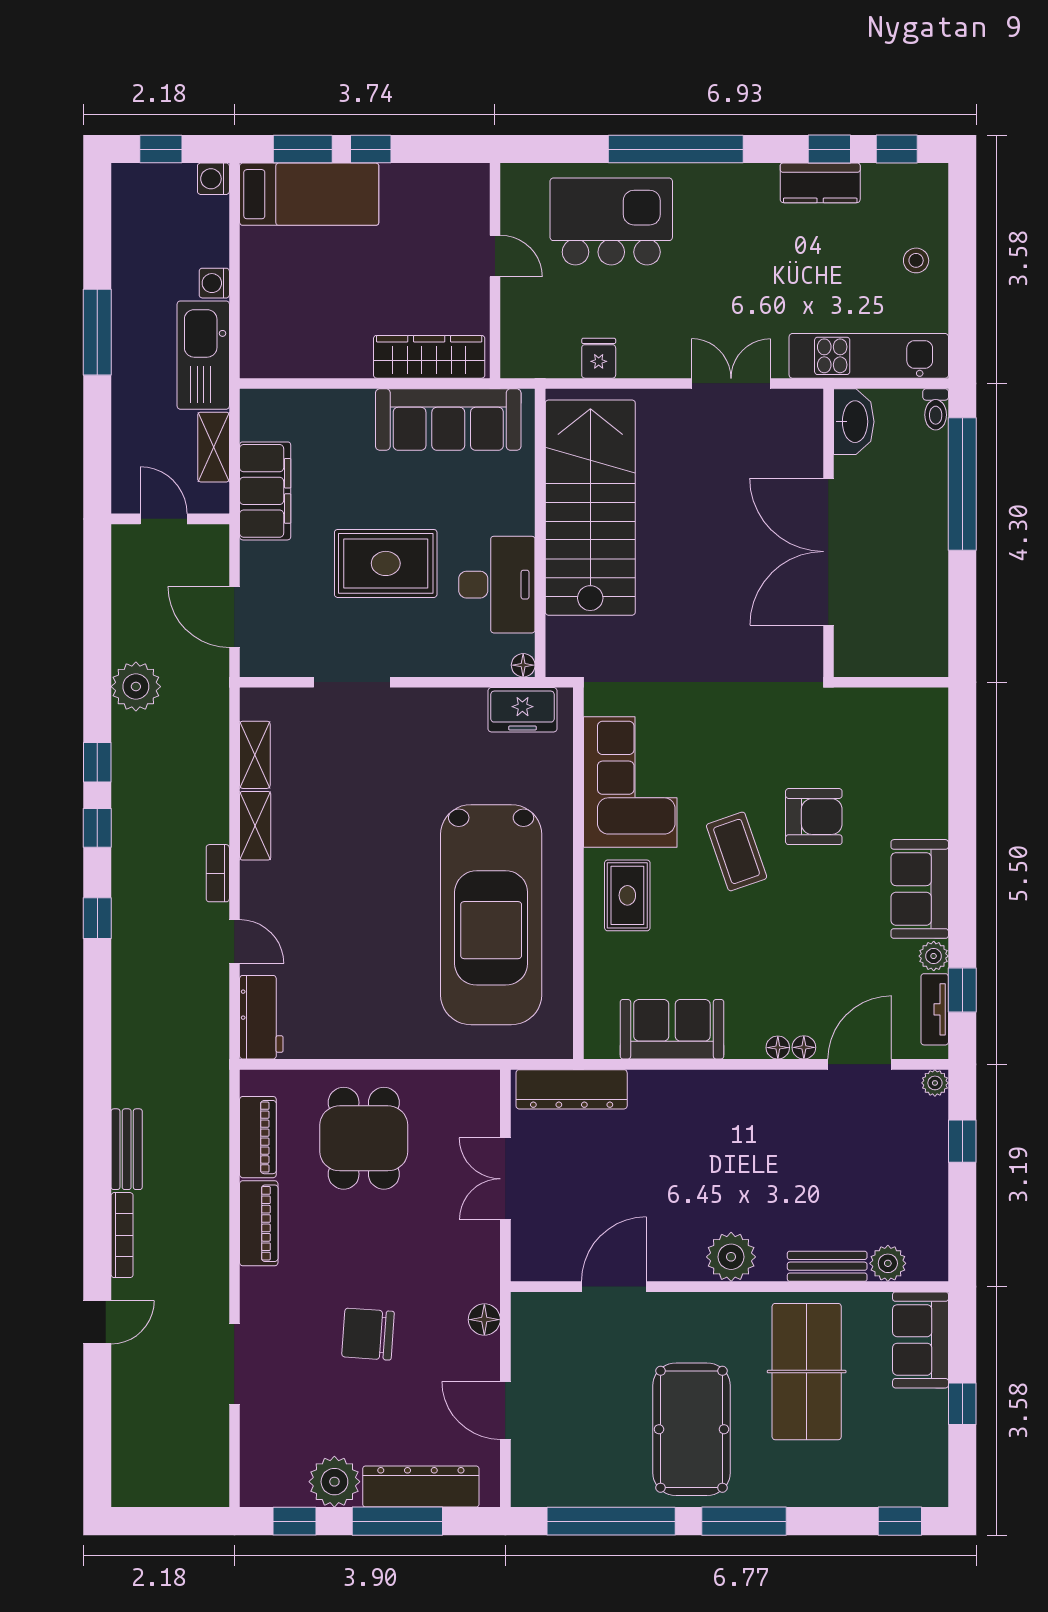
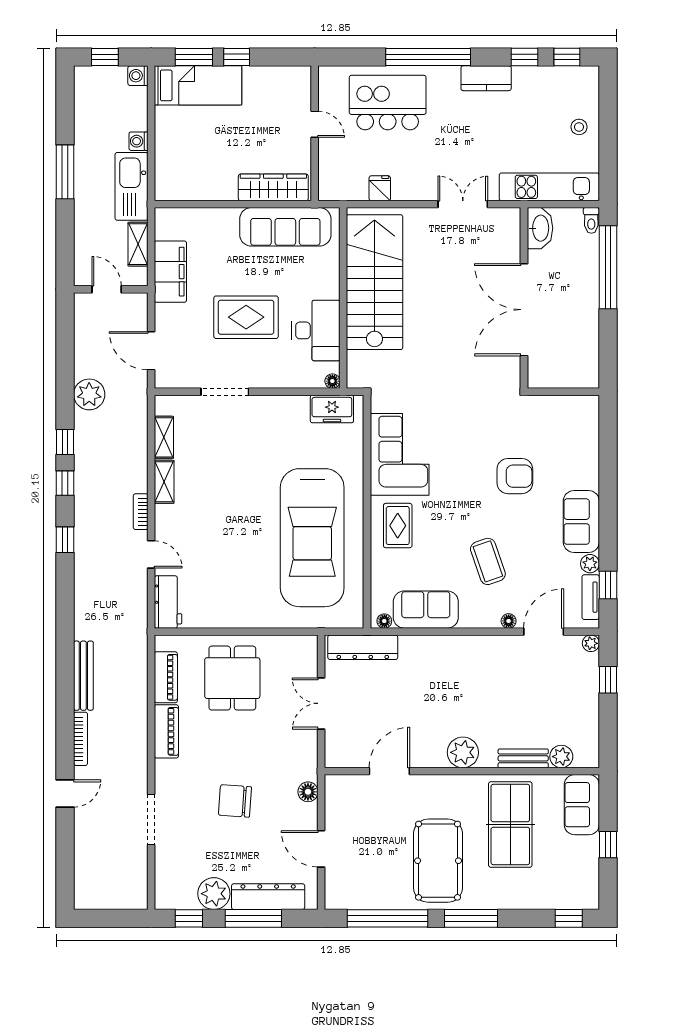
kitchen counter: (820, 183) -> (486, 78), moved
coffee table: (737, 851) -> (488, 561), moved
floor lamp: (778, 1048) -> (384, 621), moved
bench: (127, 1149) -> (83, 676), width x1.36

